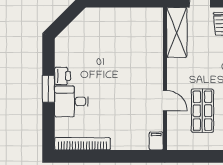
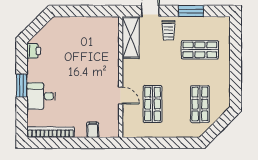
printer: (63, 76) -> (34, 51), moved
filing cabinet: (156, 141) -> (93, 130), moved

